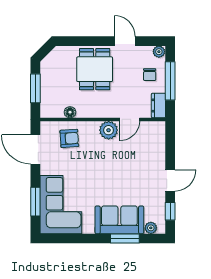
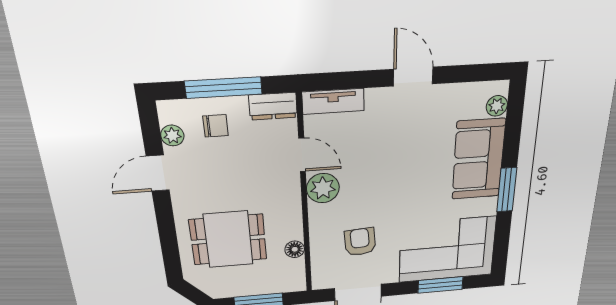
plant: (159, 52) -> (172, 136), moved
dining table: (95, 69) -> (228, 240), moved
tv unit: (159, 137) -> (333, 101), added
armchair: (69, 138) -> (360, 242), moved
window: (170, 211) -> (470, 73), removed
window: (125, 239) -> (507, 190), moved

